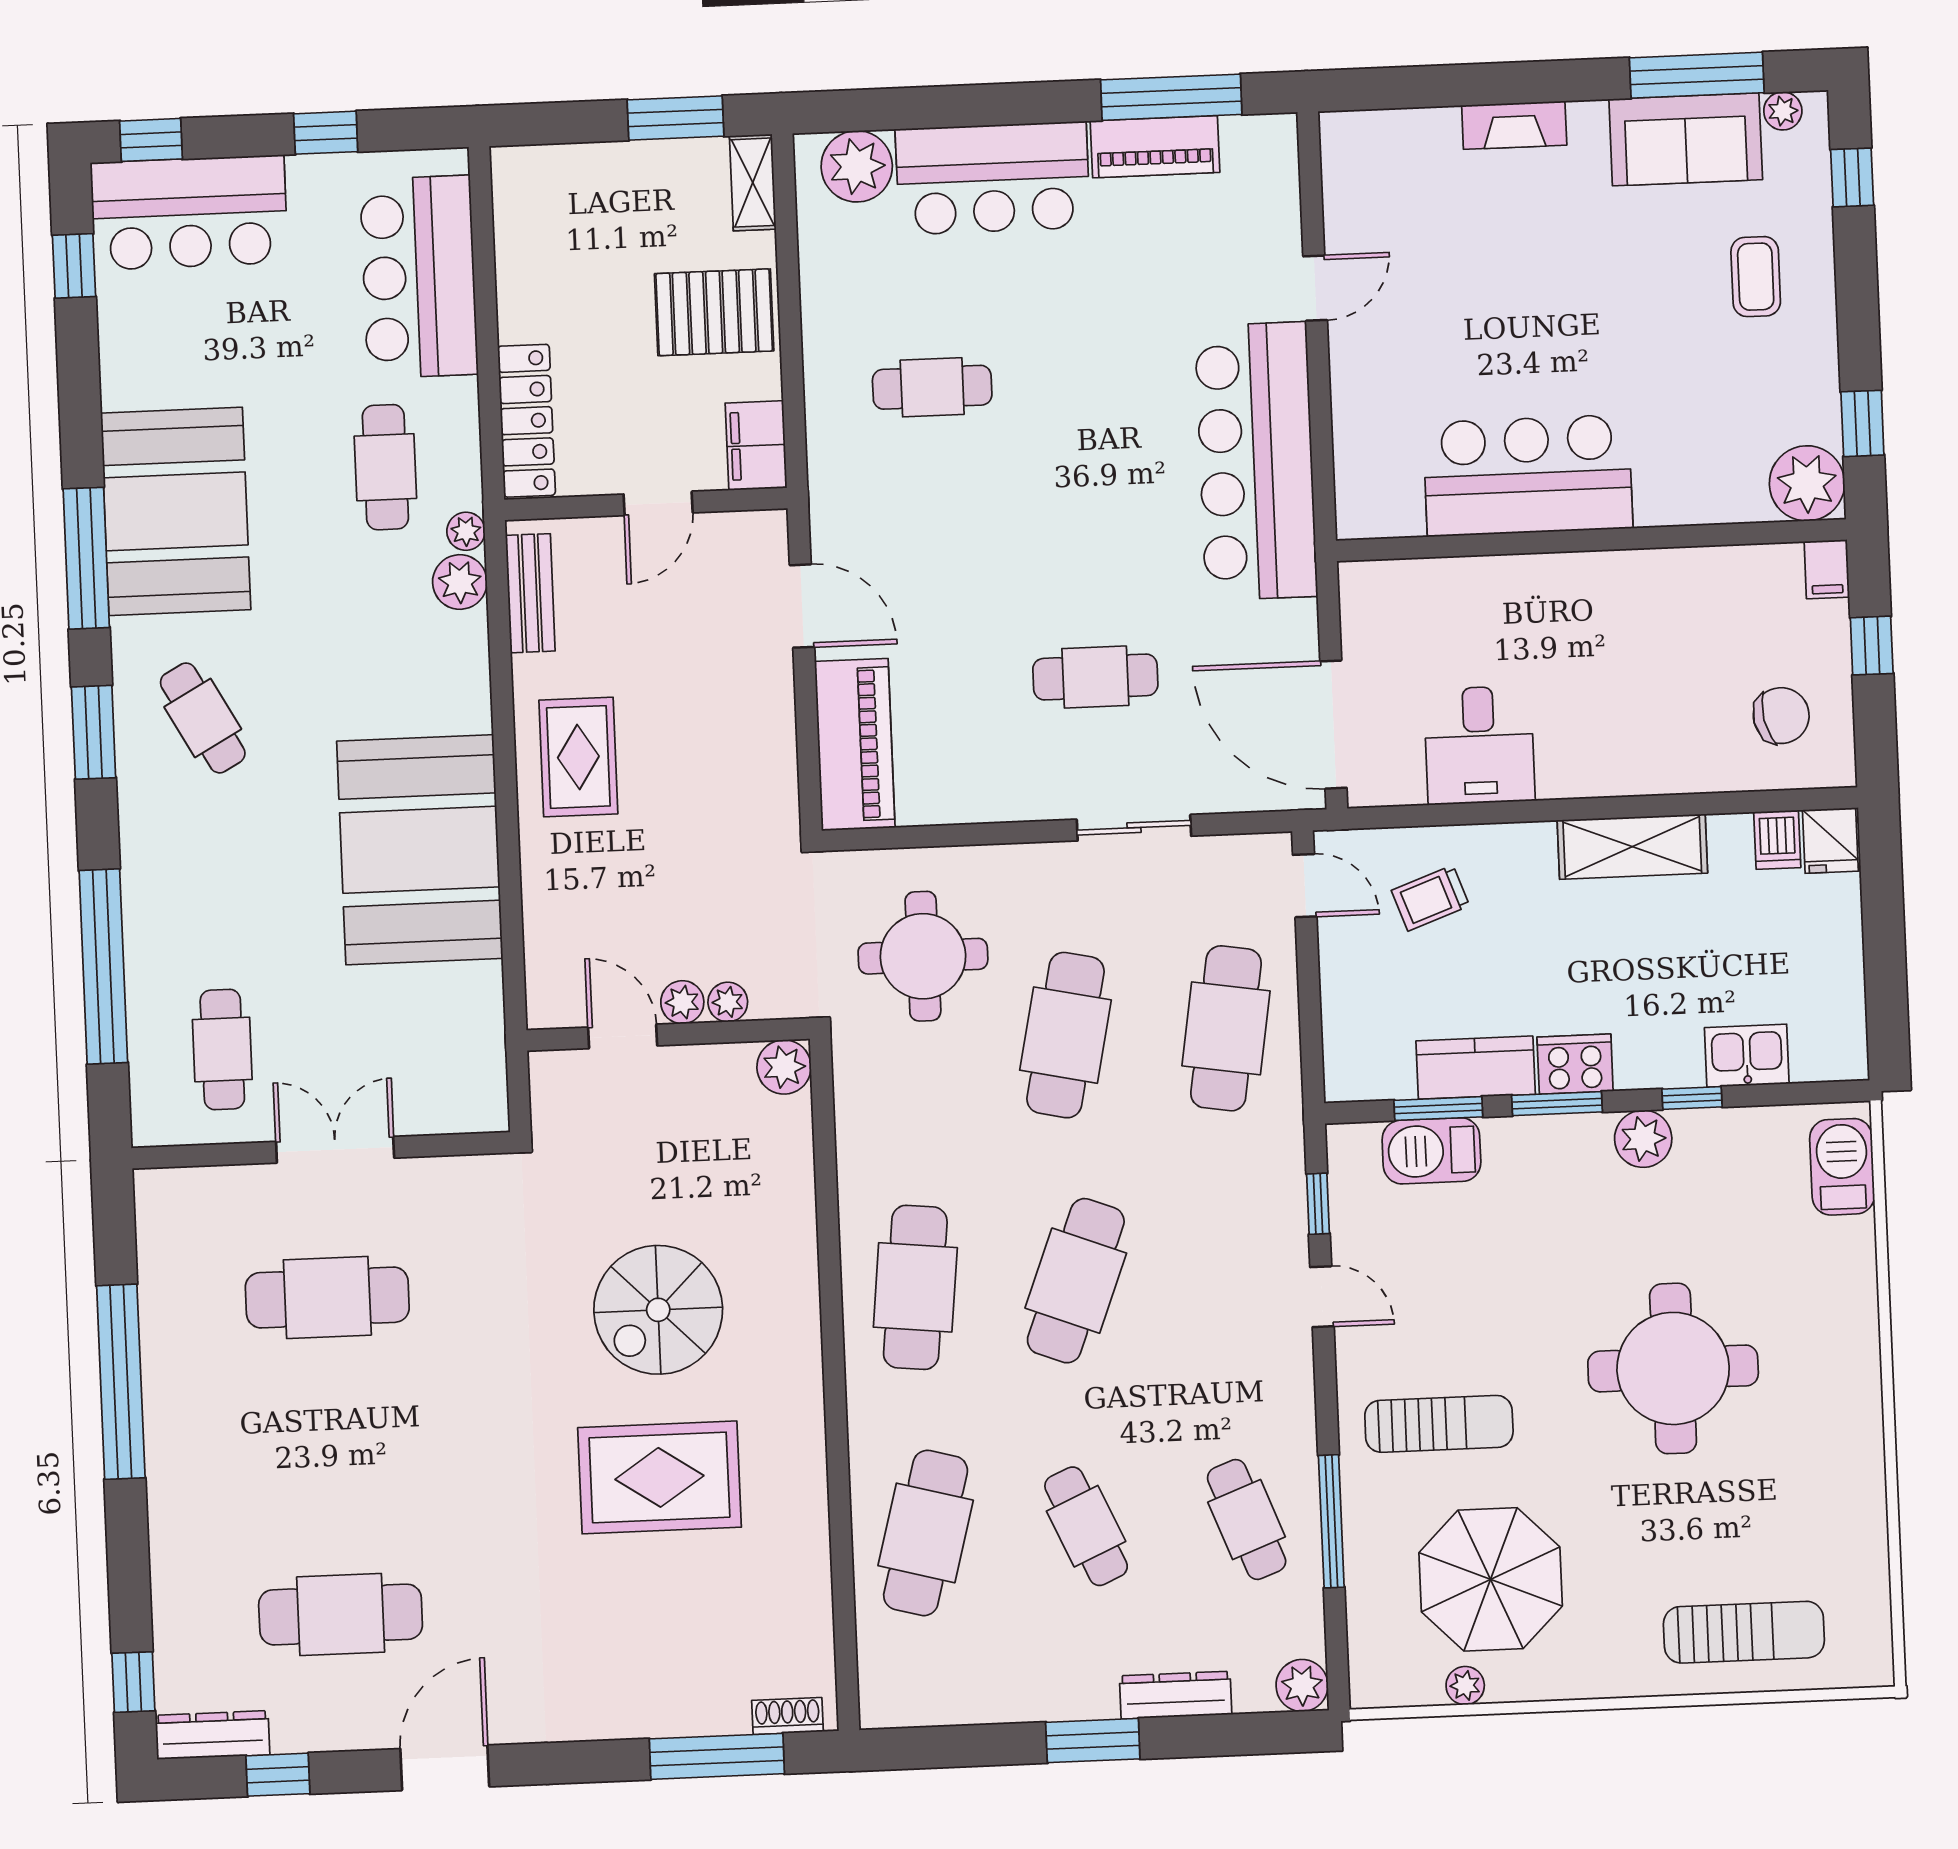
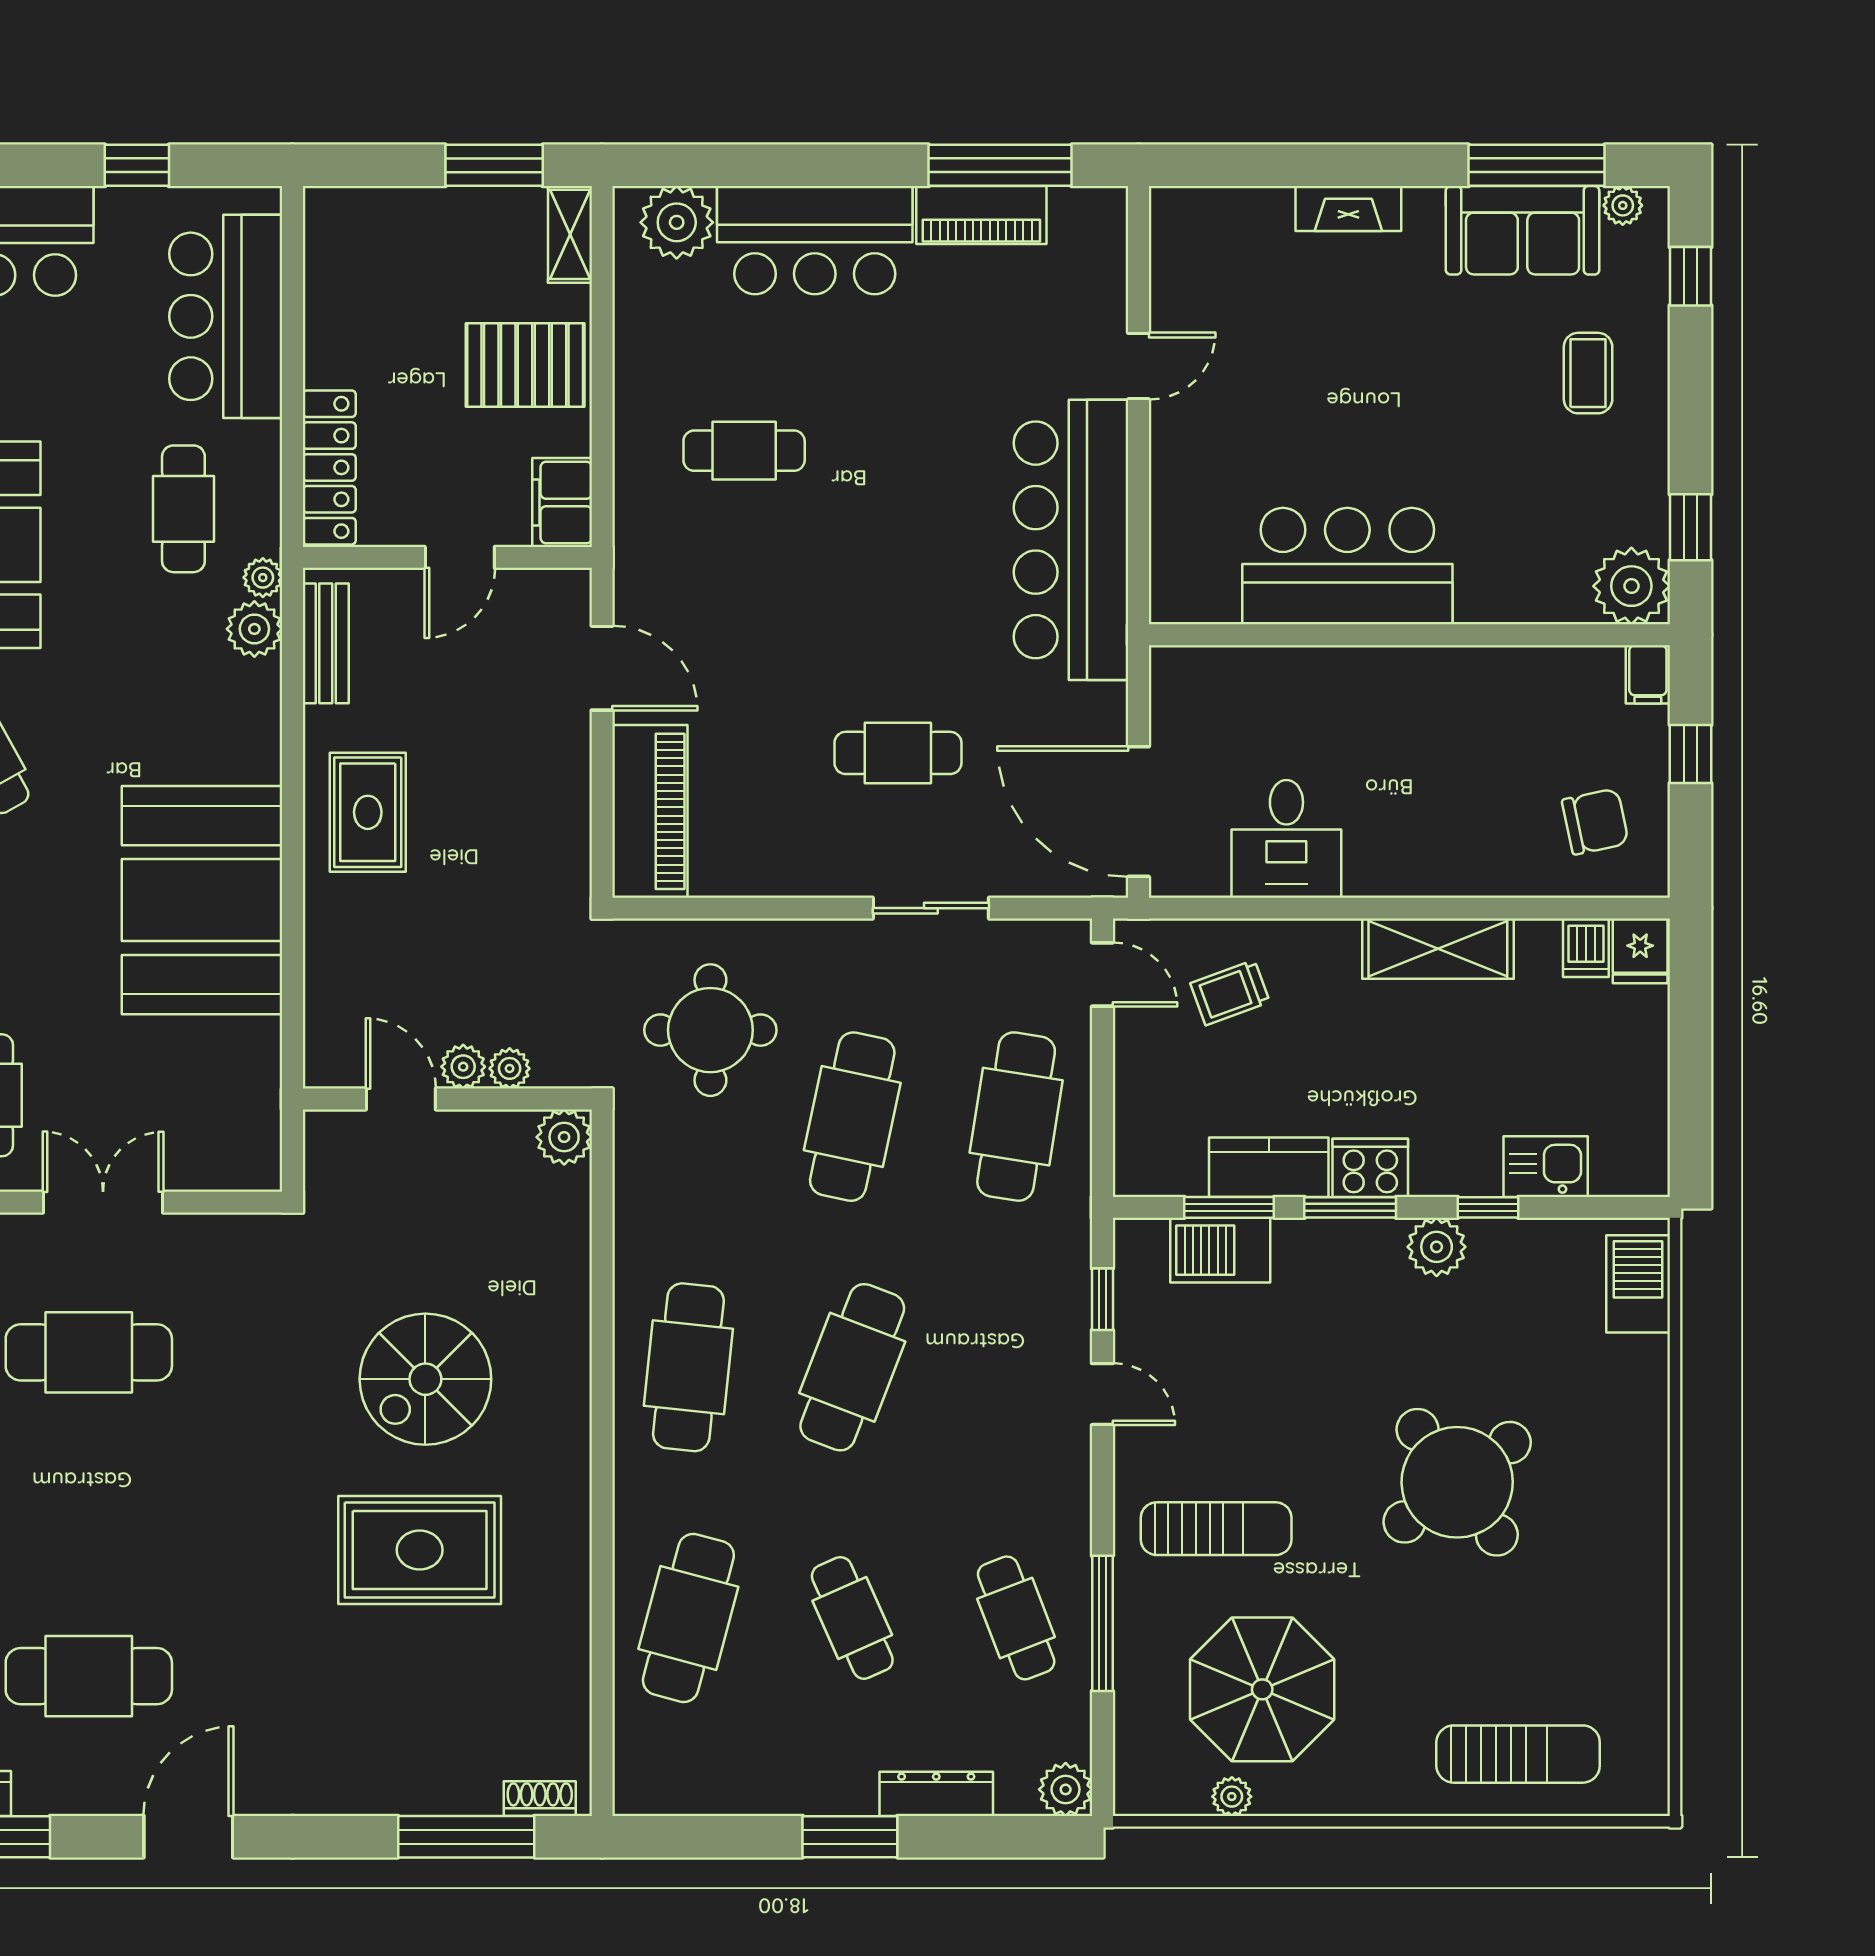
round table: (1673, 1368) -> (1457, 1482), turned -37

